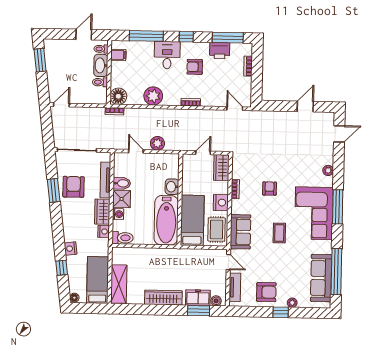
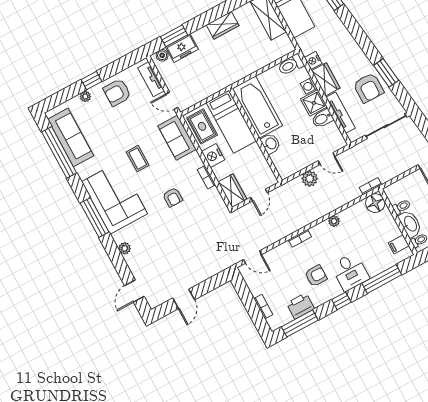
plant: (153, 96) -> (334, 221), width x0.53, depth x0.53
nightstand: (70, 249) -> (336, 25), removed
wardrobe: (163, 298) -> (223, 25), width x0.67

